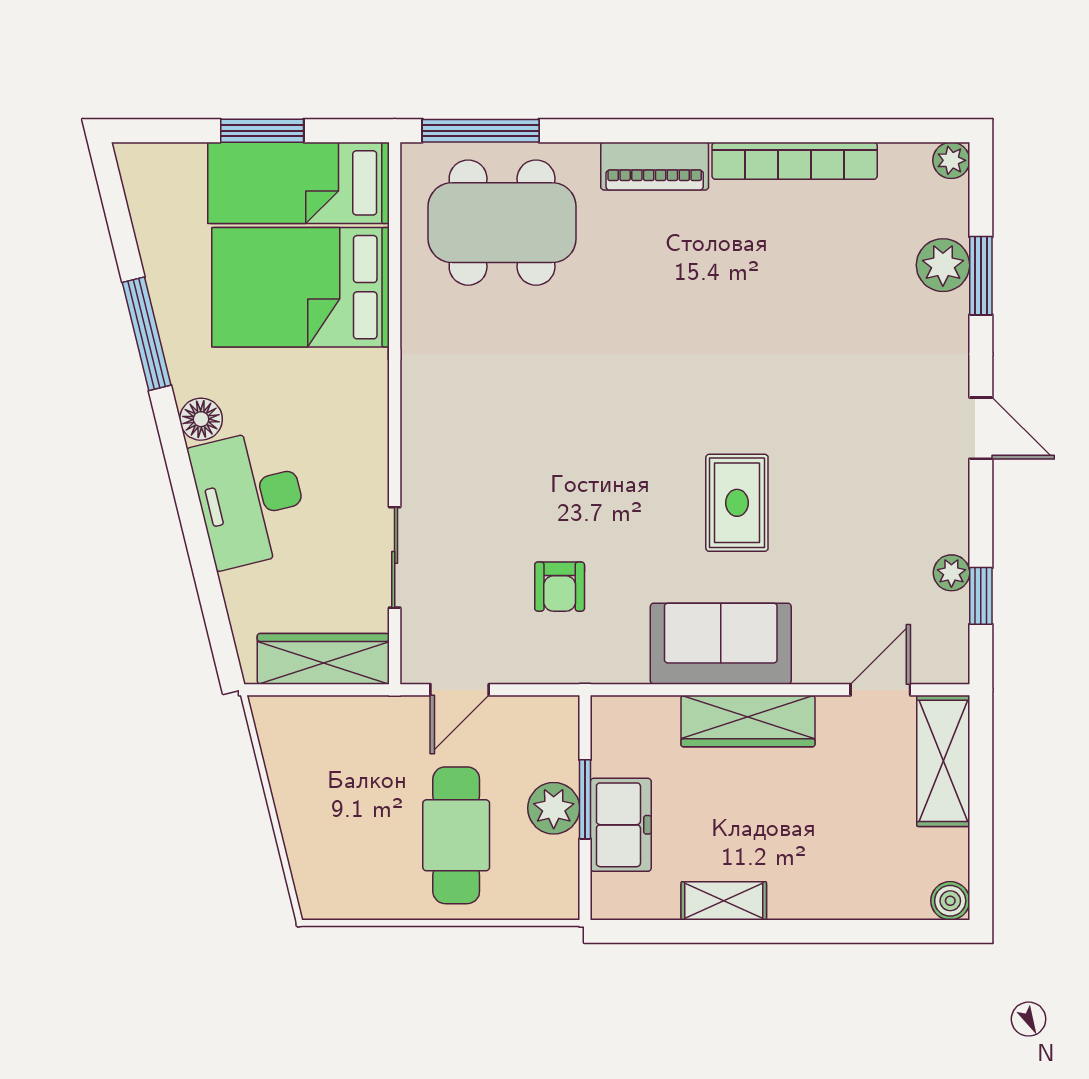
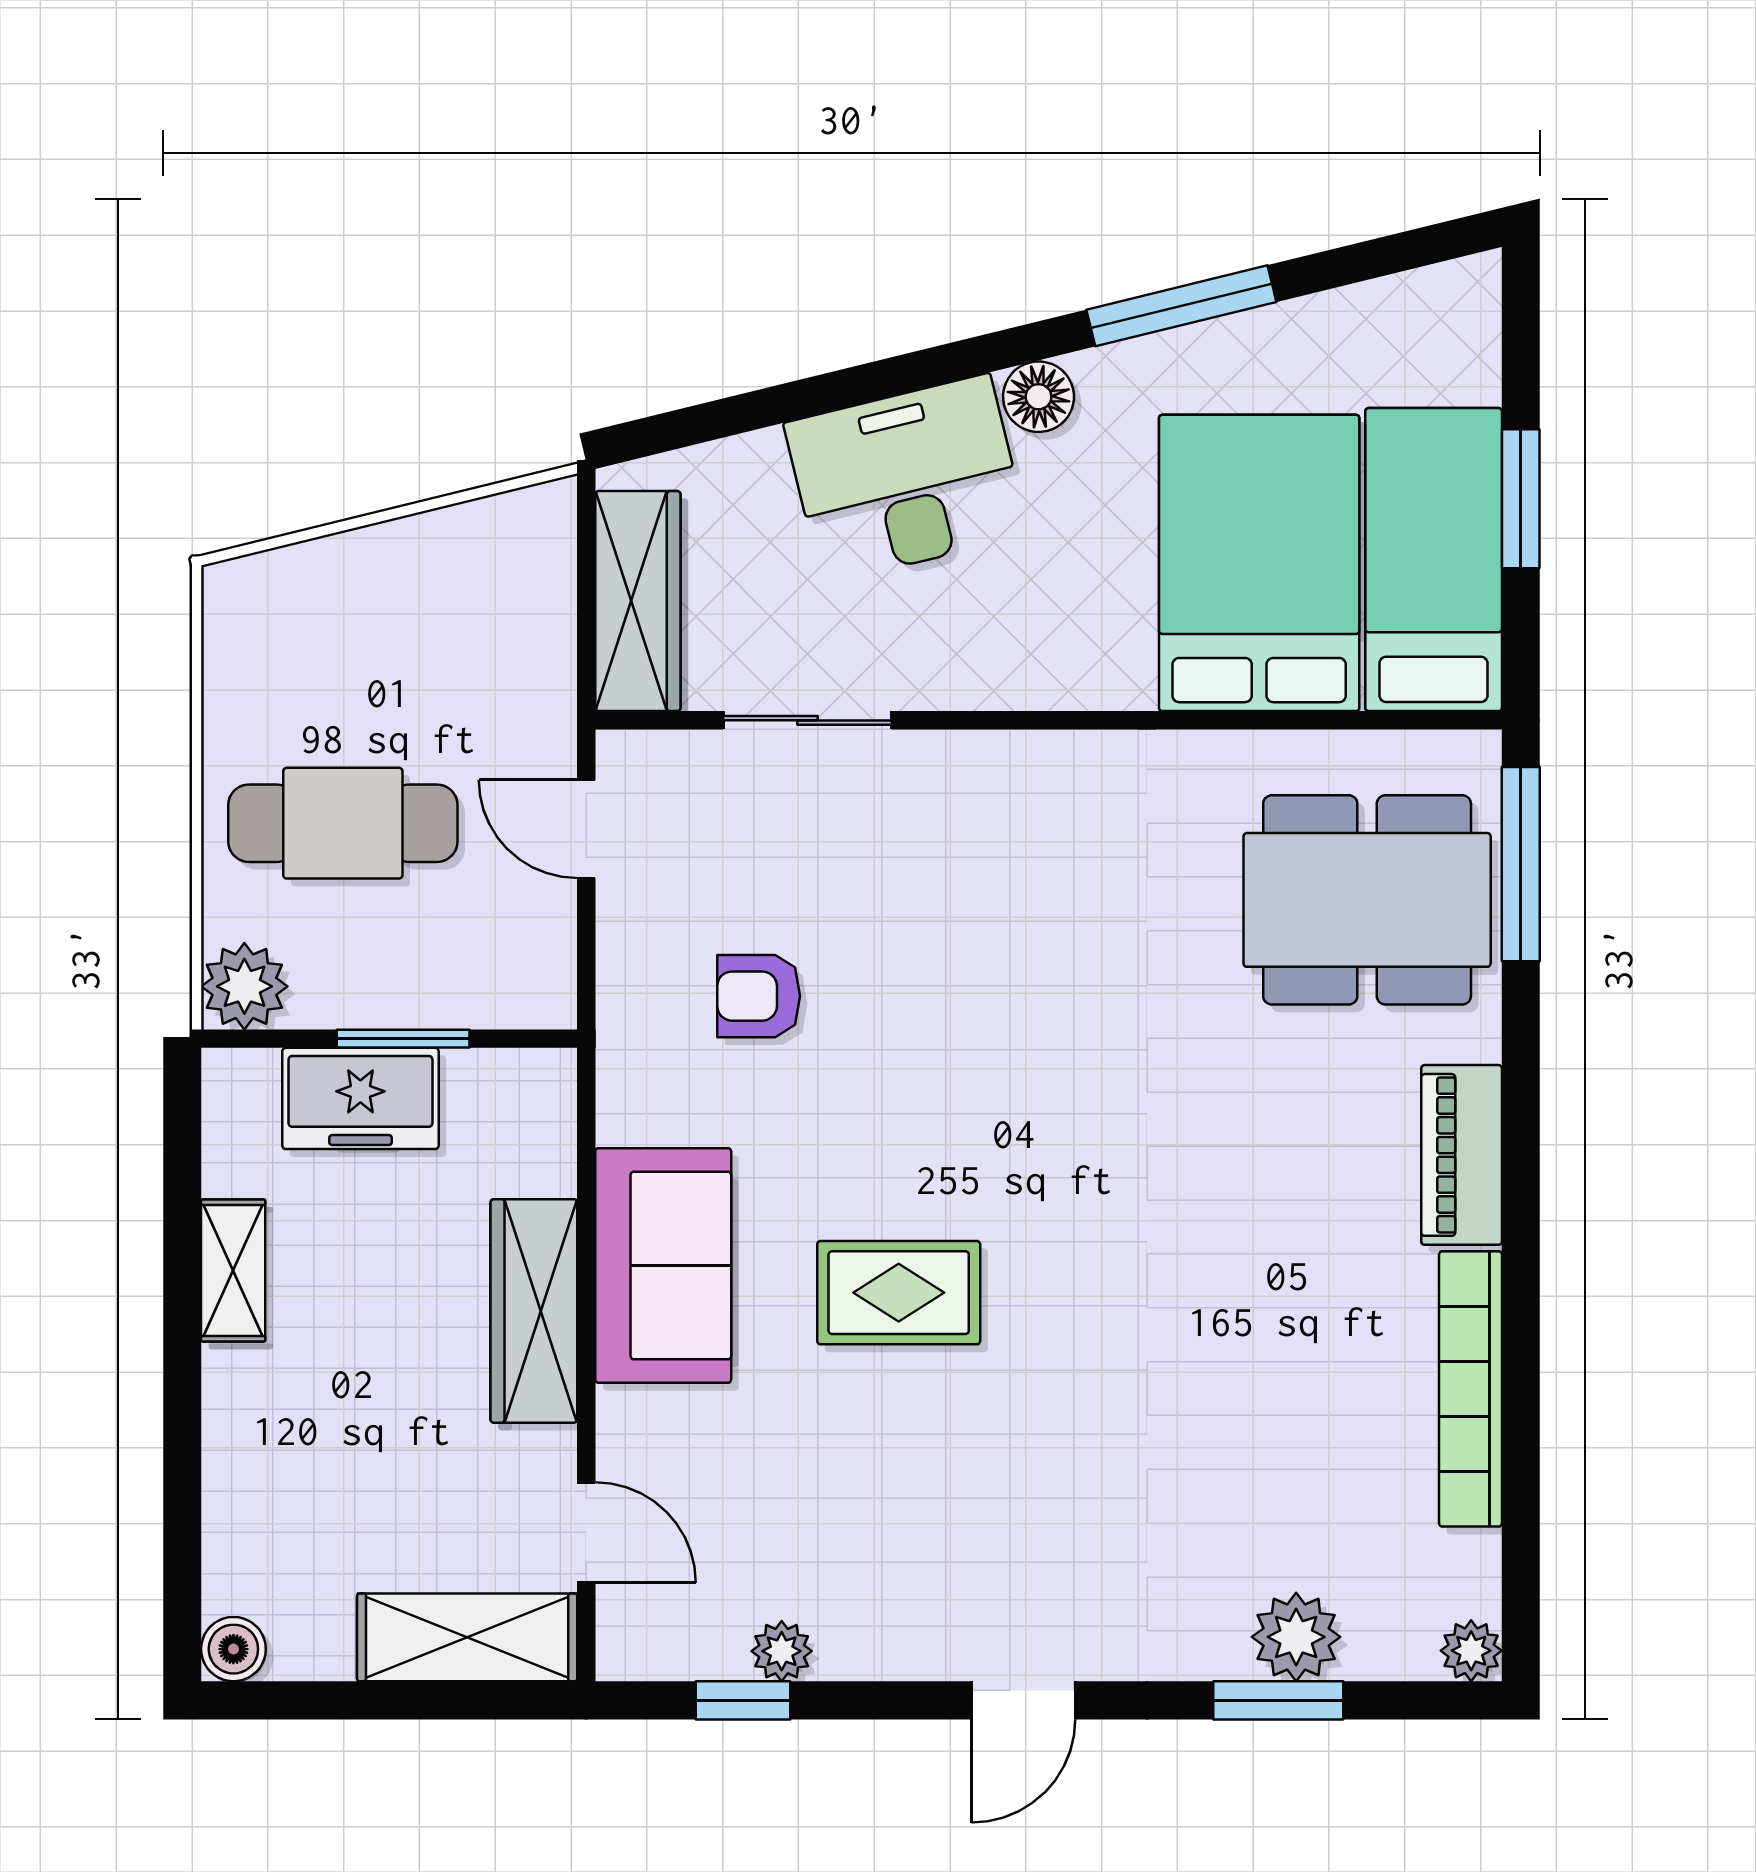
dining table: (502, 223) -> (1367, 900), turned 90
plant: (554, 808) -> (244, 986), moved

